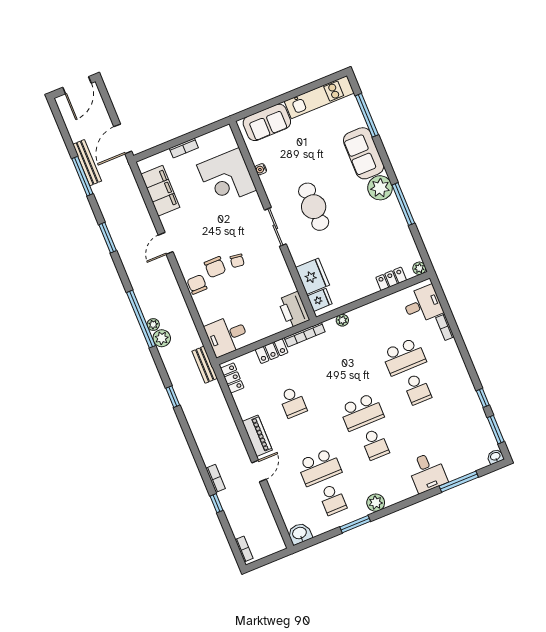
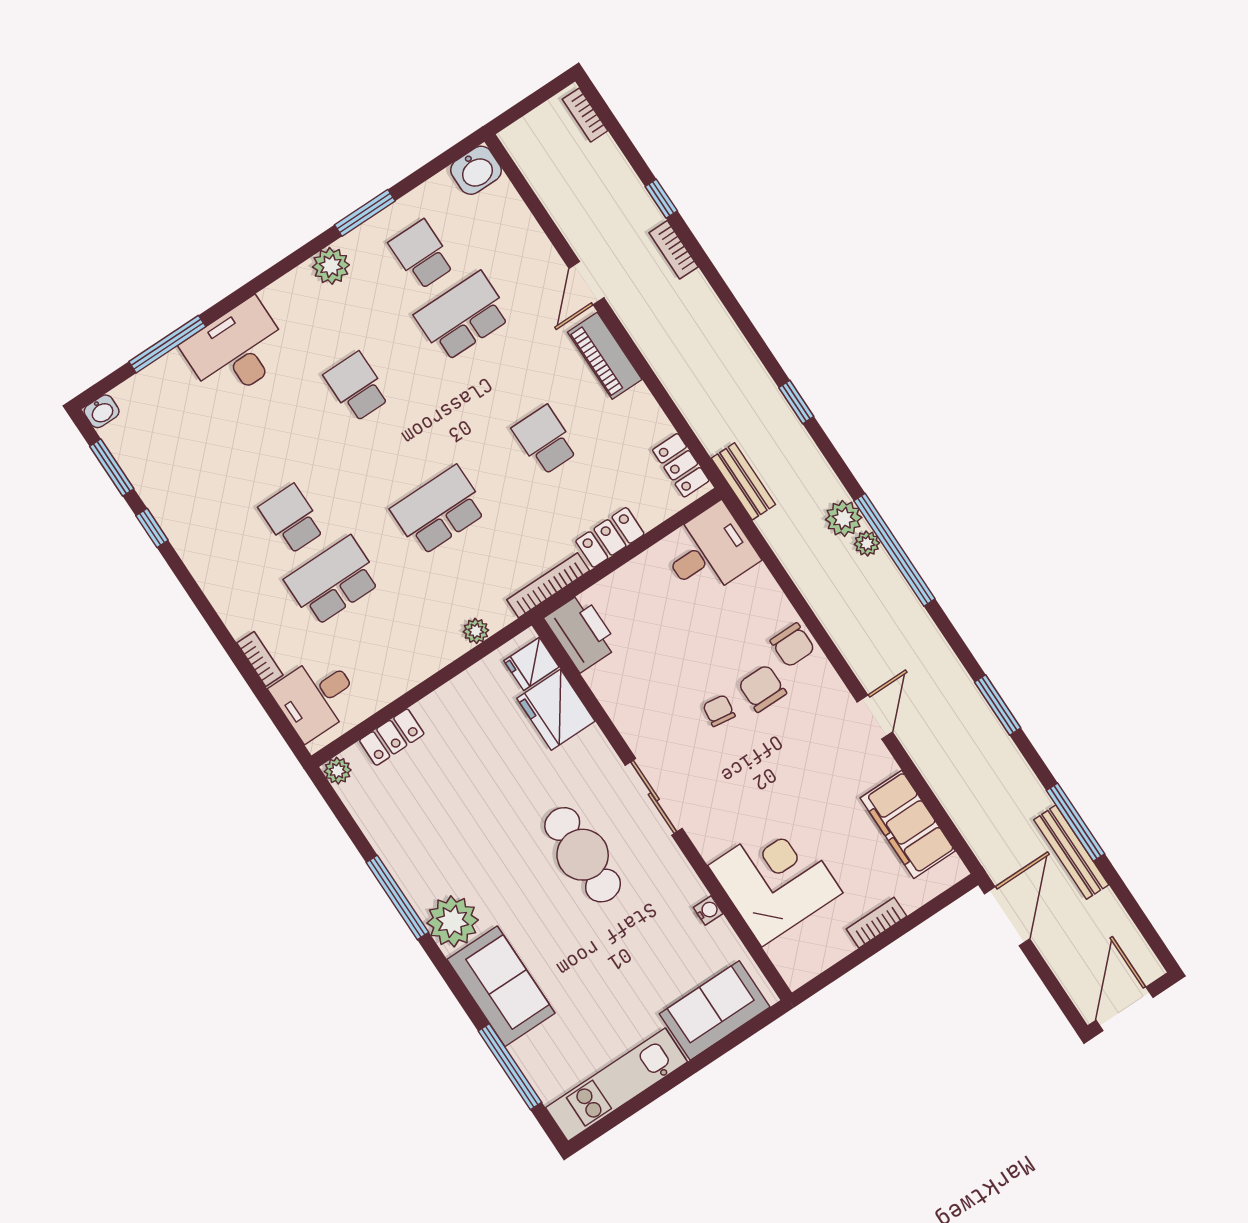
school desk: (362, 412) -> (439, 510), moved
desk: (427, 472) -> (237, 350), width x1.37

